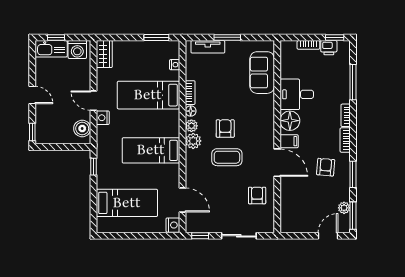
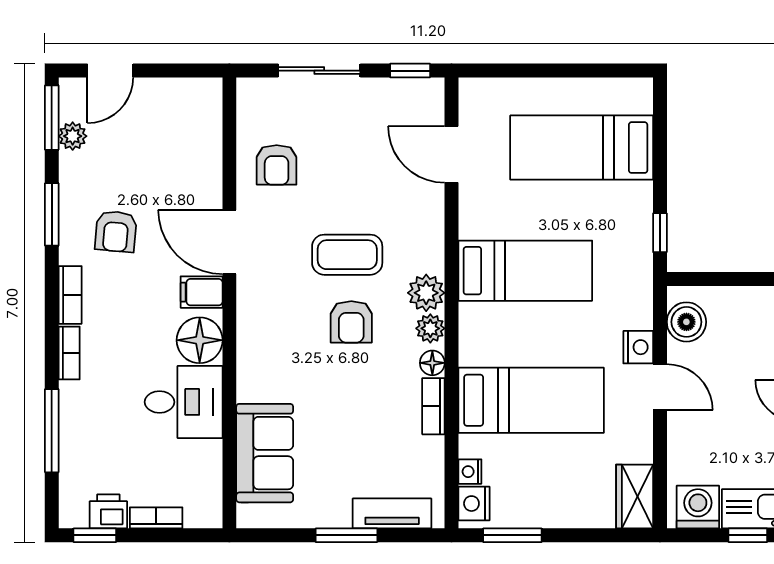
nightstand: (173, 225) -> (474, 504), moved

